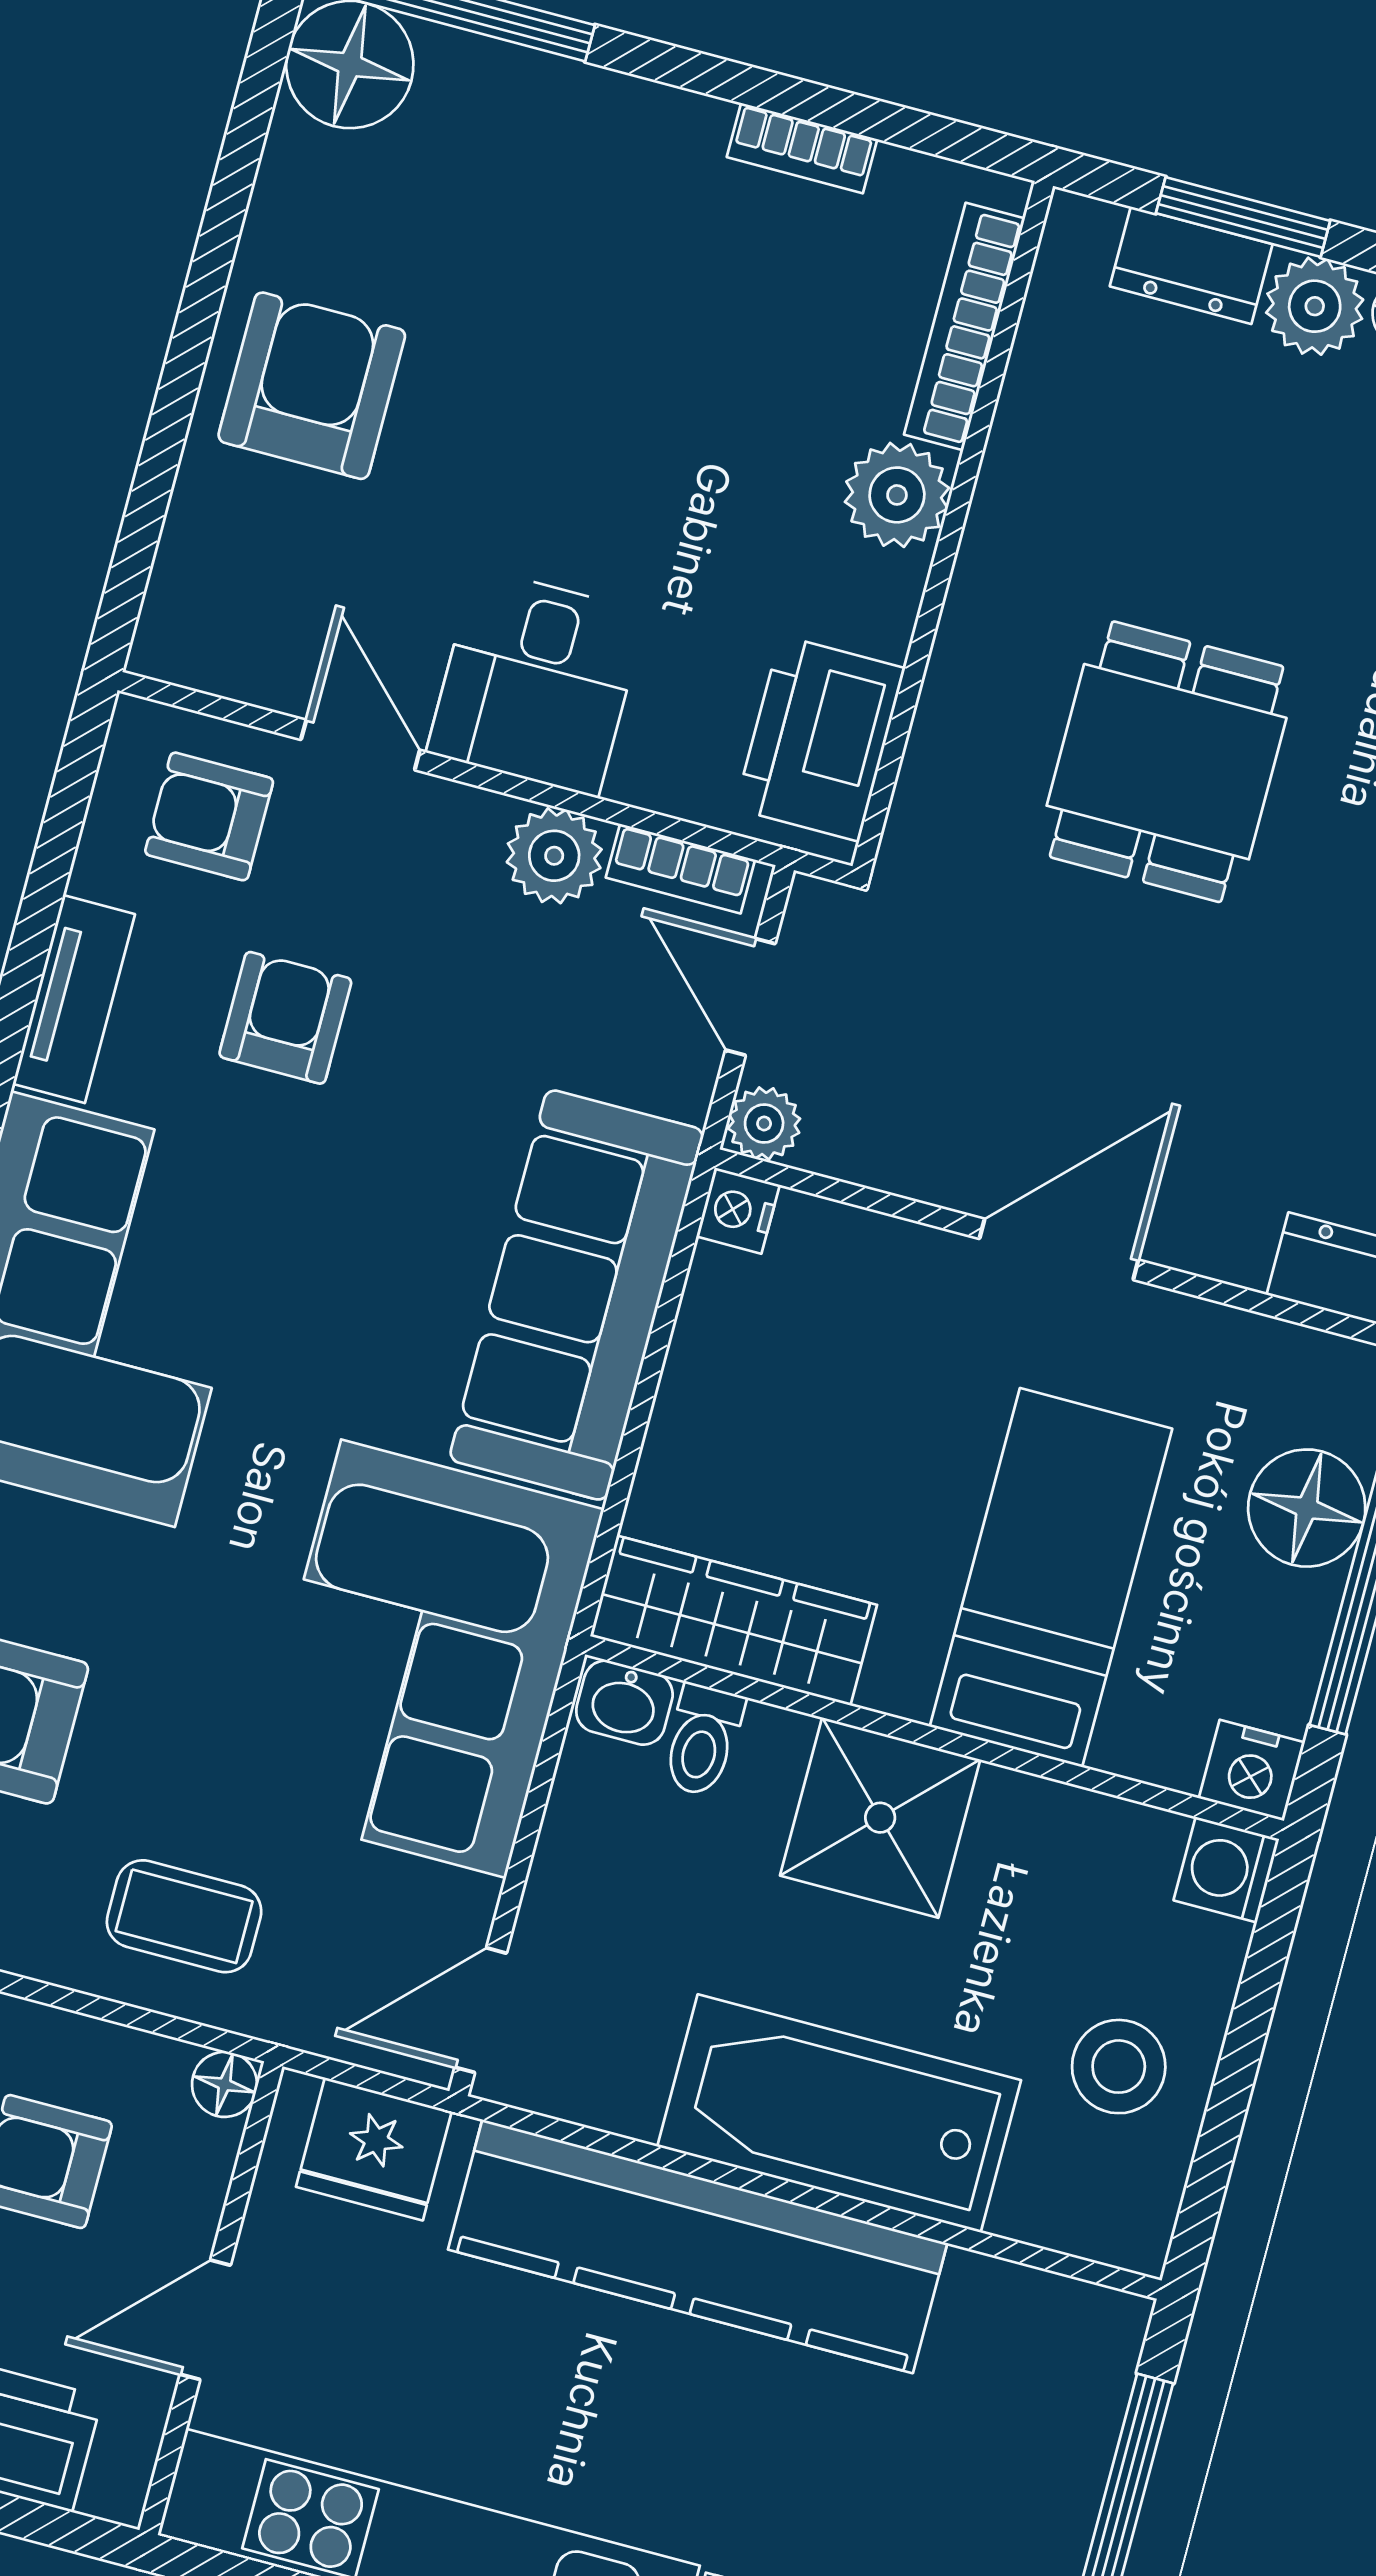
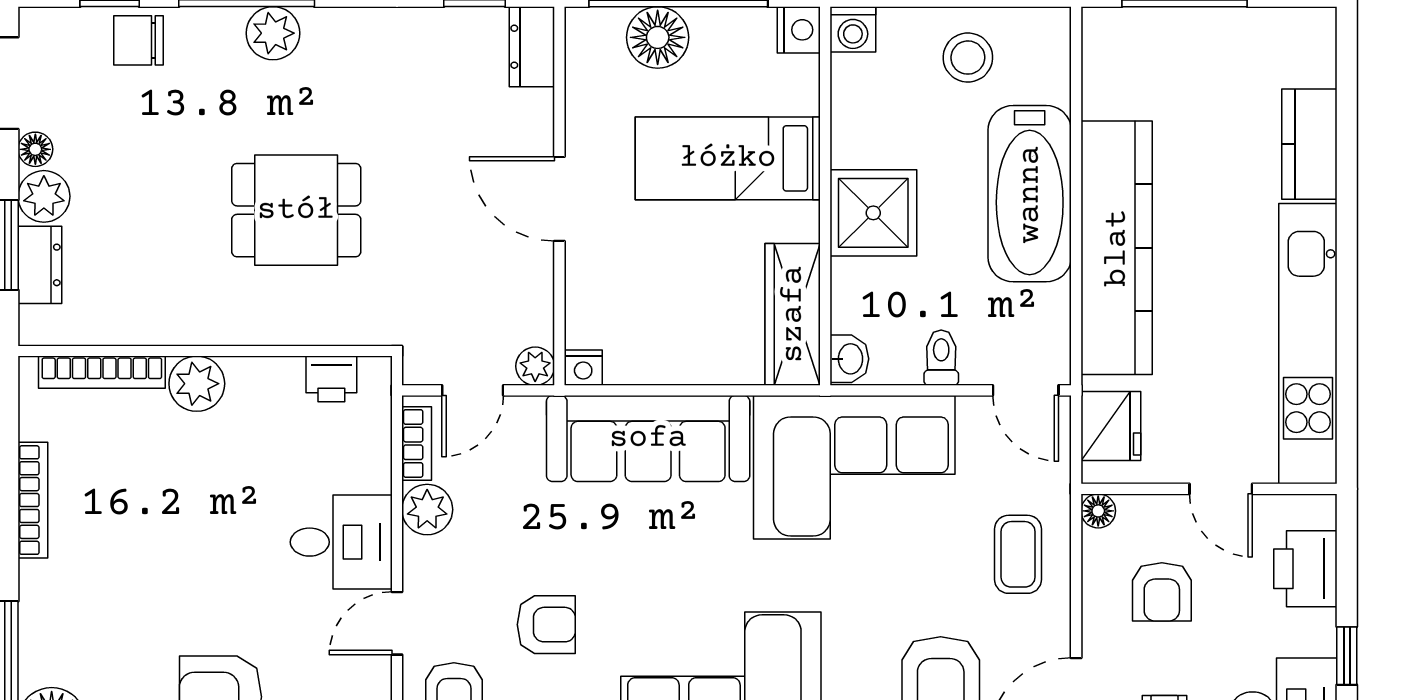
bookcase: (802, 148) -> (33, 500), width x1.56
printer: (820, 738) -> (331, 379), width x0.53, depth x0.68
armchair: (285, 1018) -> (546, 625), turned 180
toilet: (703, 1740) -> (941, 358), moved, turned -90

